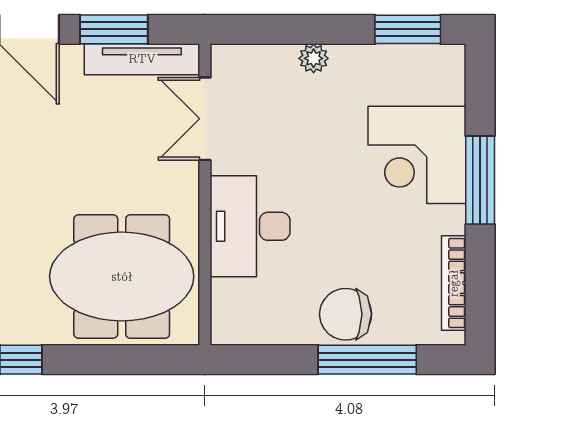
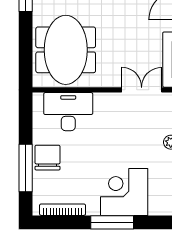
desk: (250, 226) -> (68, 112), moved

